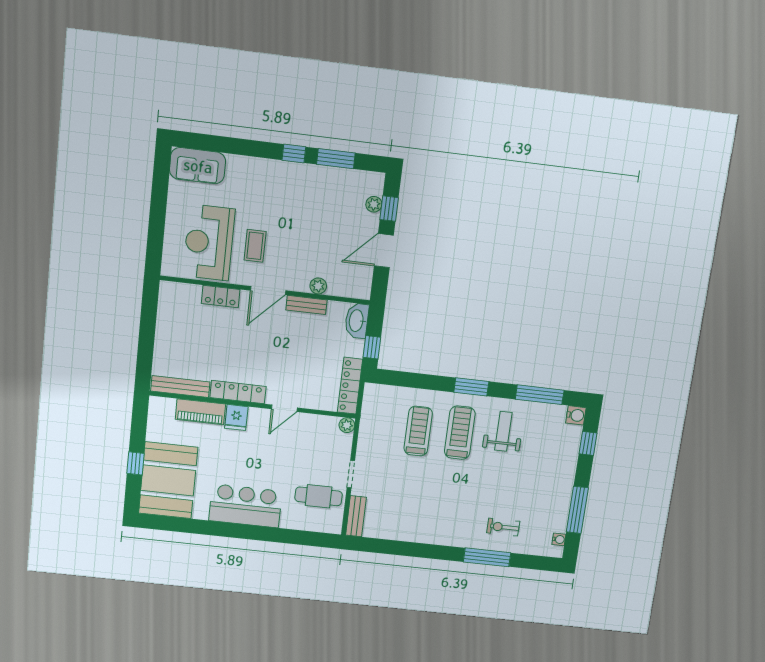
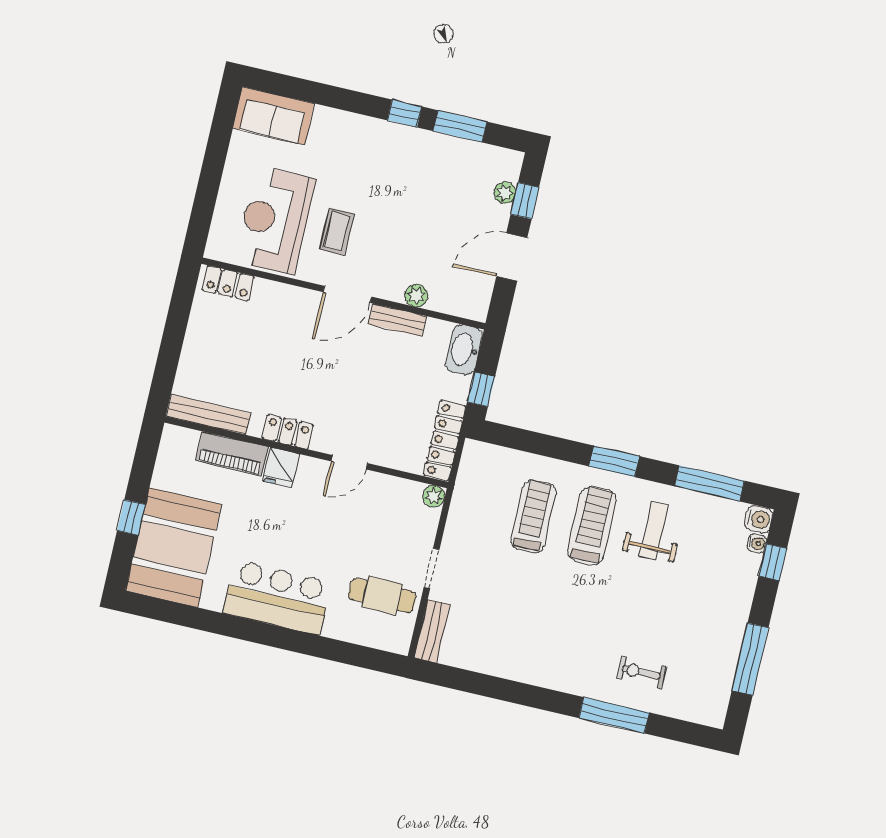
locker: (221, 297) -> (228, 283), moved
locker: (238, 392) -> (288, 432), width x0.66
water cooler: (559, 539) -> (757, 543), moved

